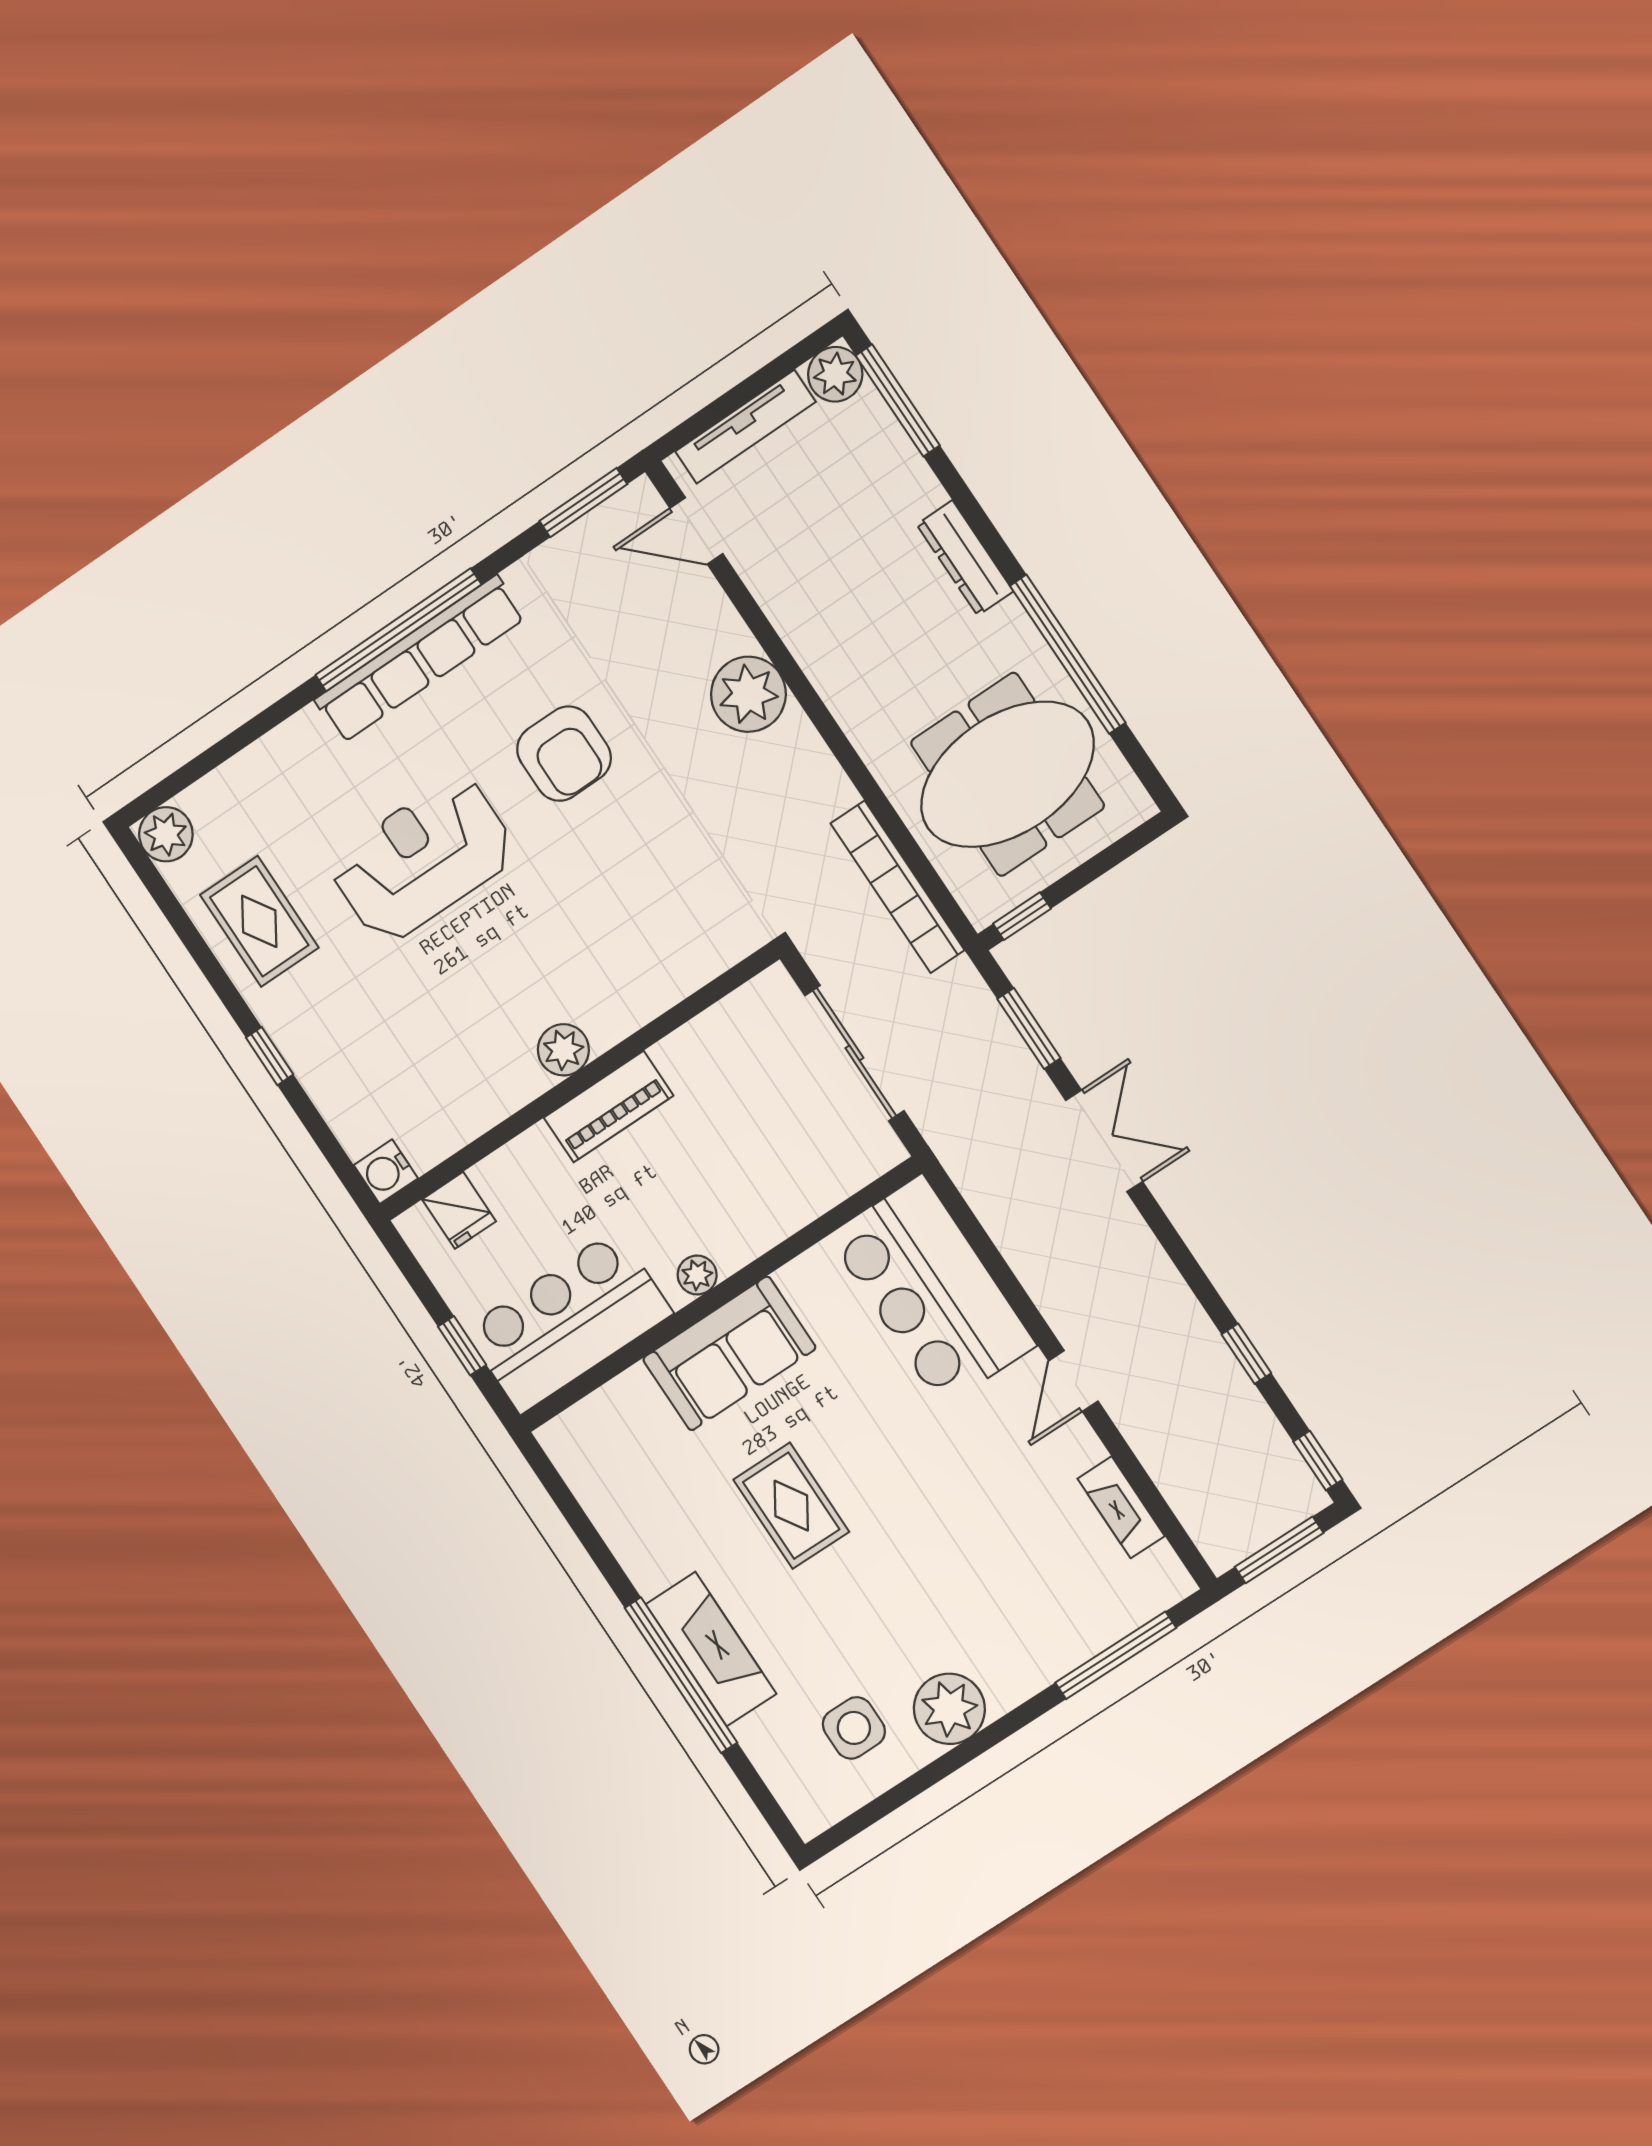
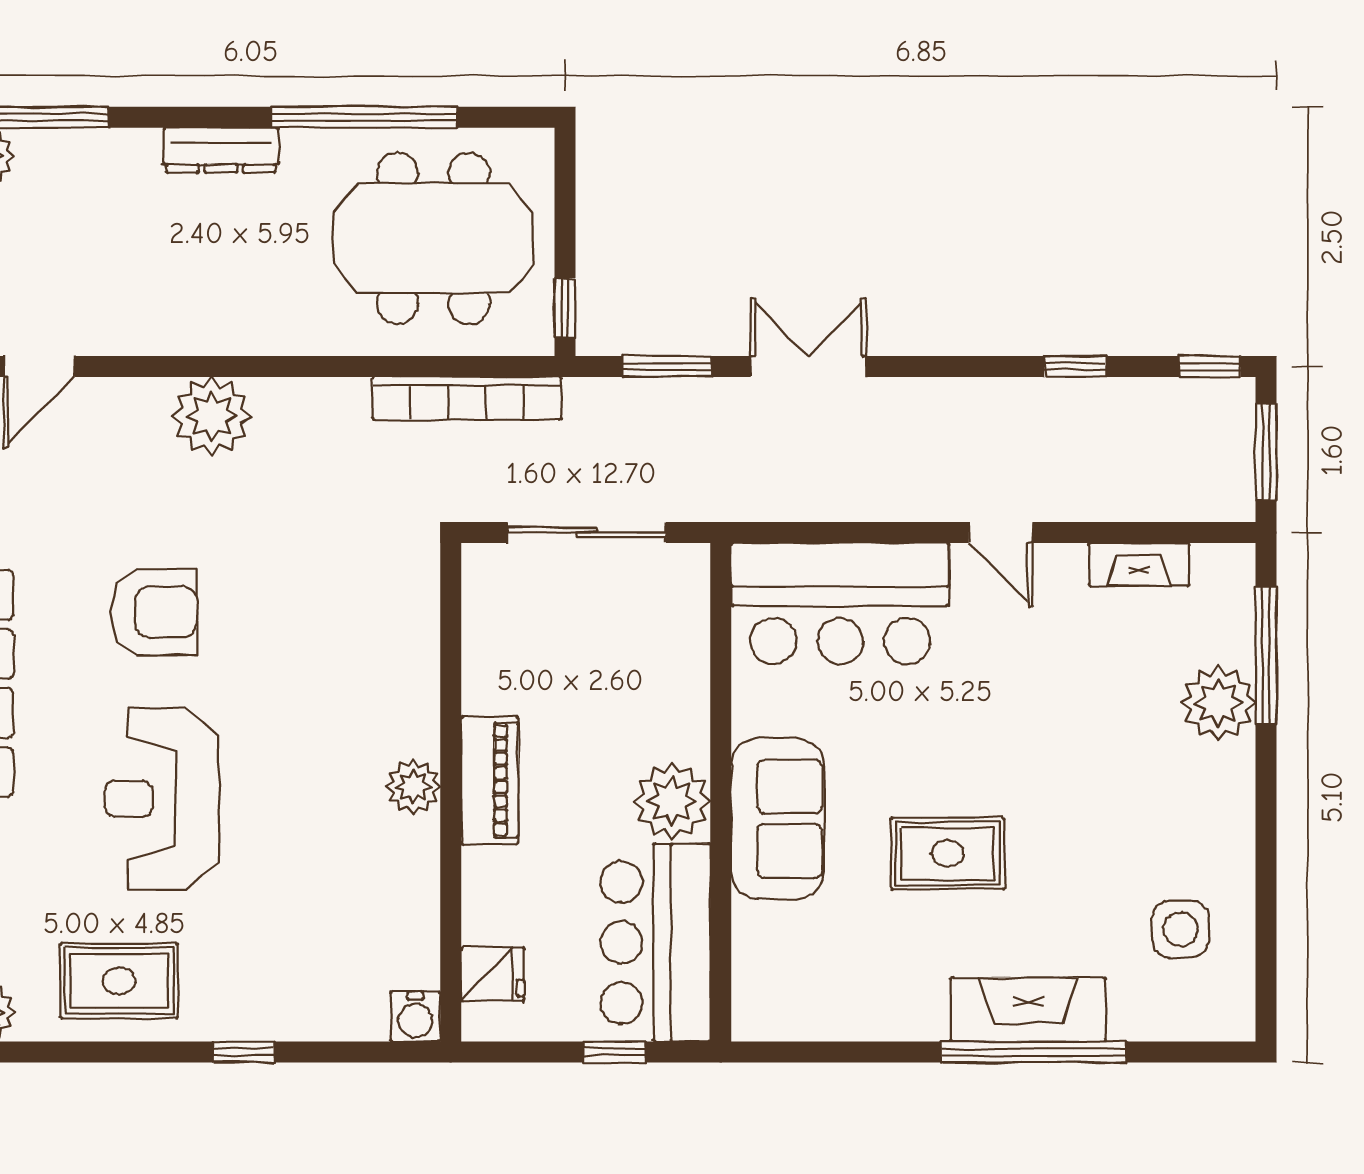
meeting table: (1007, 774) -> (433, 238), turned 90
plant: (697, 1275) -> (672, 801), width x1.88, depth x1.88
plant: (949, 1709) -> (1218, 703), moved

